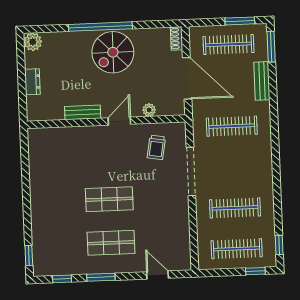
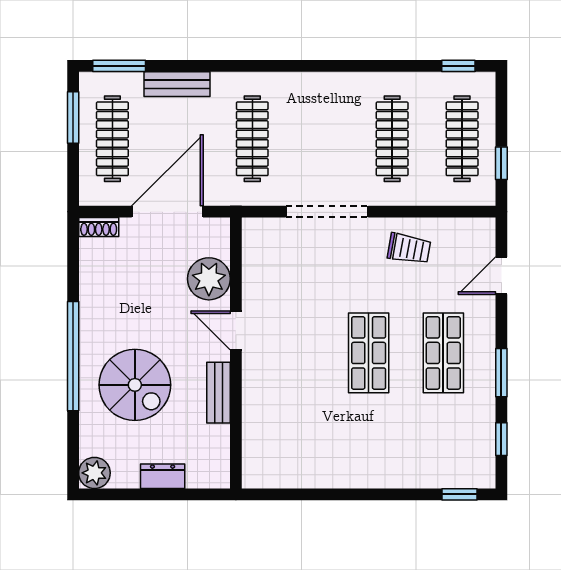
spiral stairs: (113, 52) -> (135, 385), moved
plant: (149, 110) -> (209, 279), width x1.88, depth x1.88
trolley: (156, 147) -> (409, 249), moved
window: (255, 271) -> (501, 163), moved

